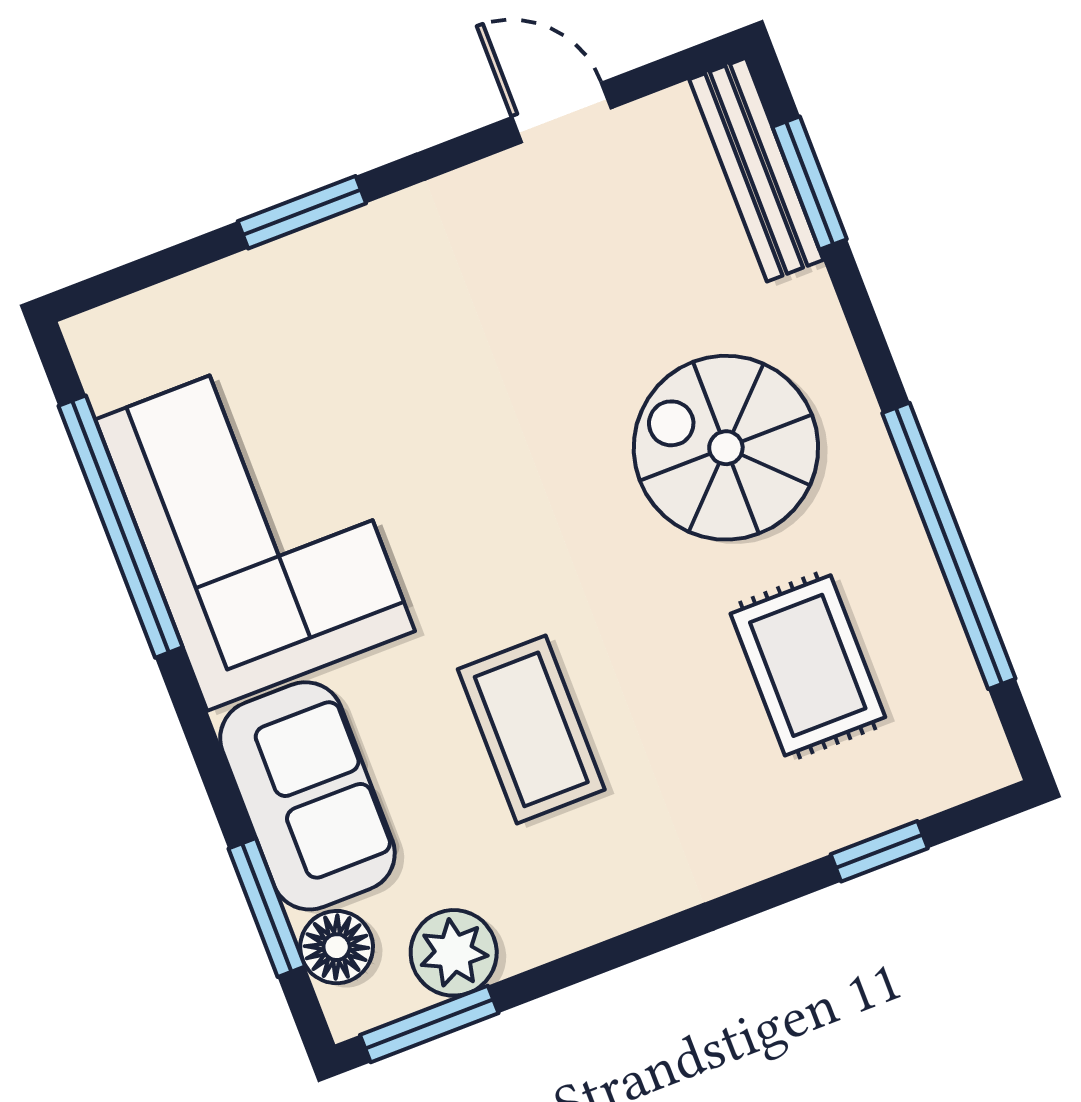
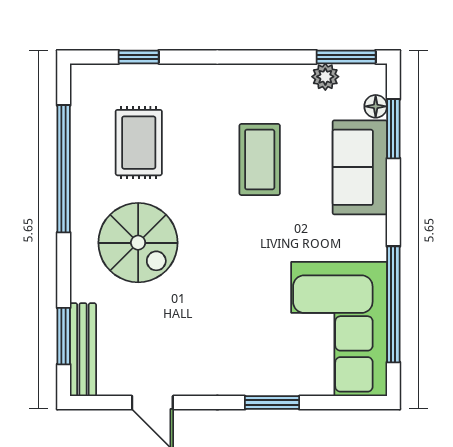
corner sofa: (255, 525) -> (339, 329), moved
floor lamp: (337, 947) -> (376, 106), width x0.73, depth x0.73
plant: (454, 953) -> (325, 77), width x0.73, depth x0.73

